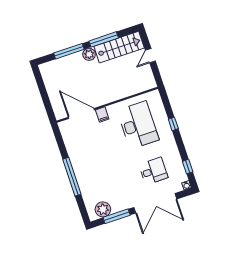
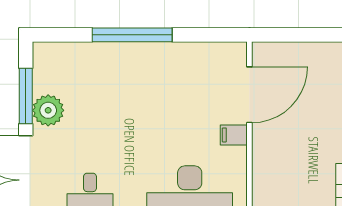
plant: (103, 209) -> (48, 110), moved

